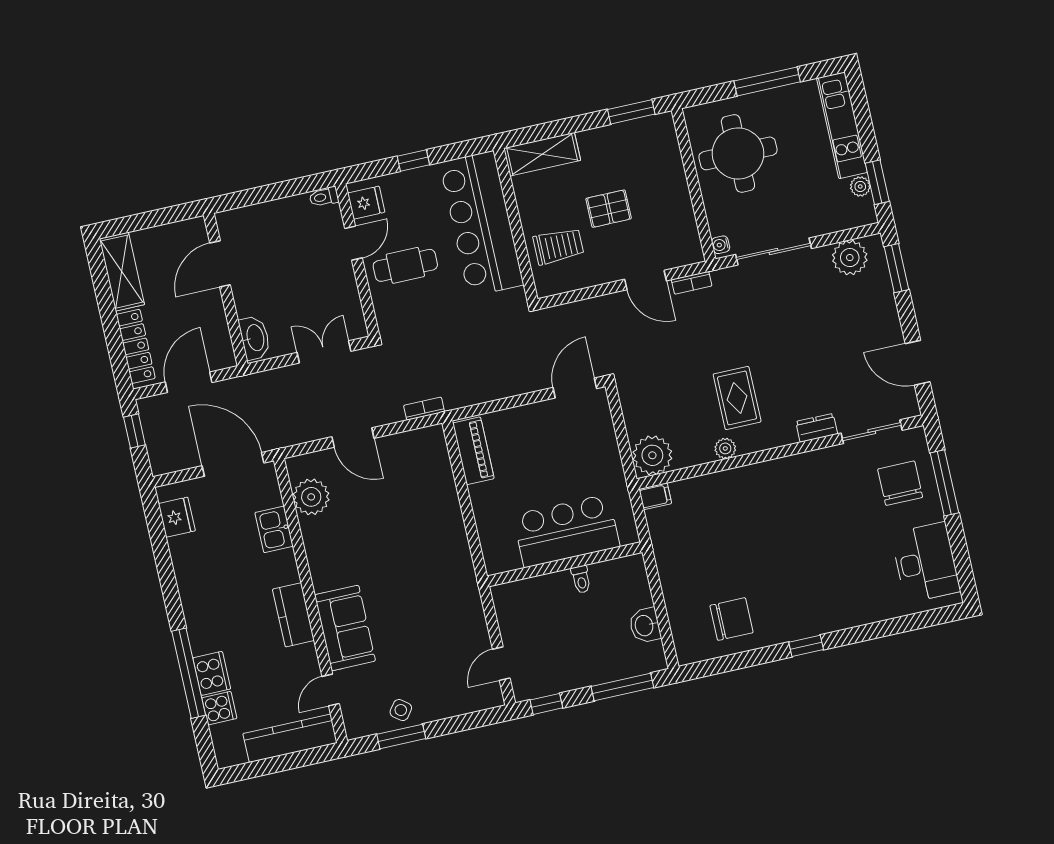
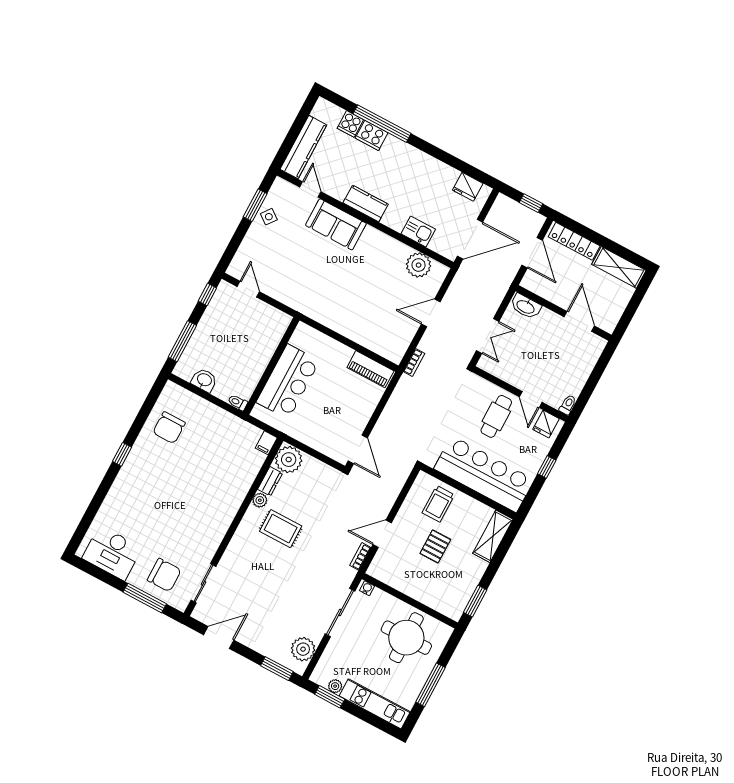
dresser: (817, 428) -> (270, 481), moved
toilet: (581, 579) -> (238, 402), moved

